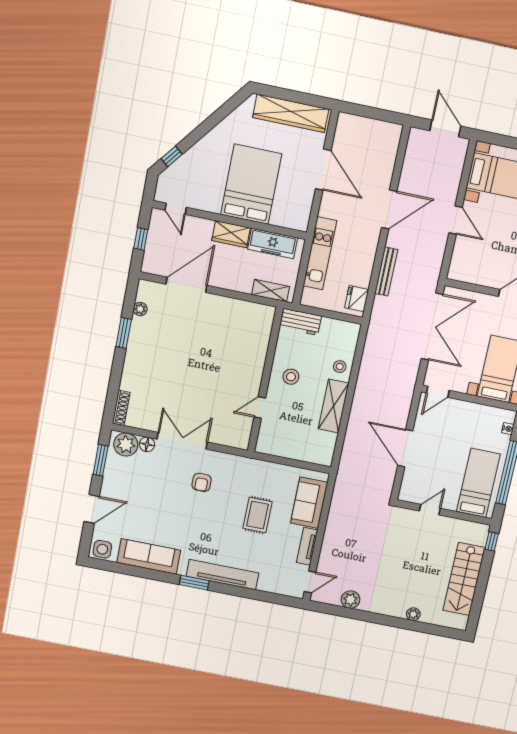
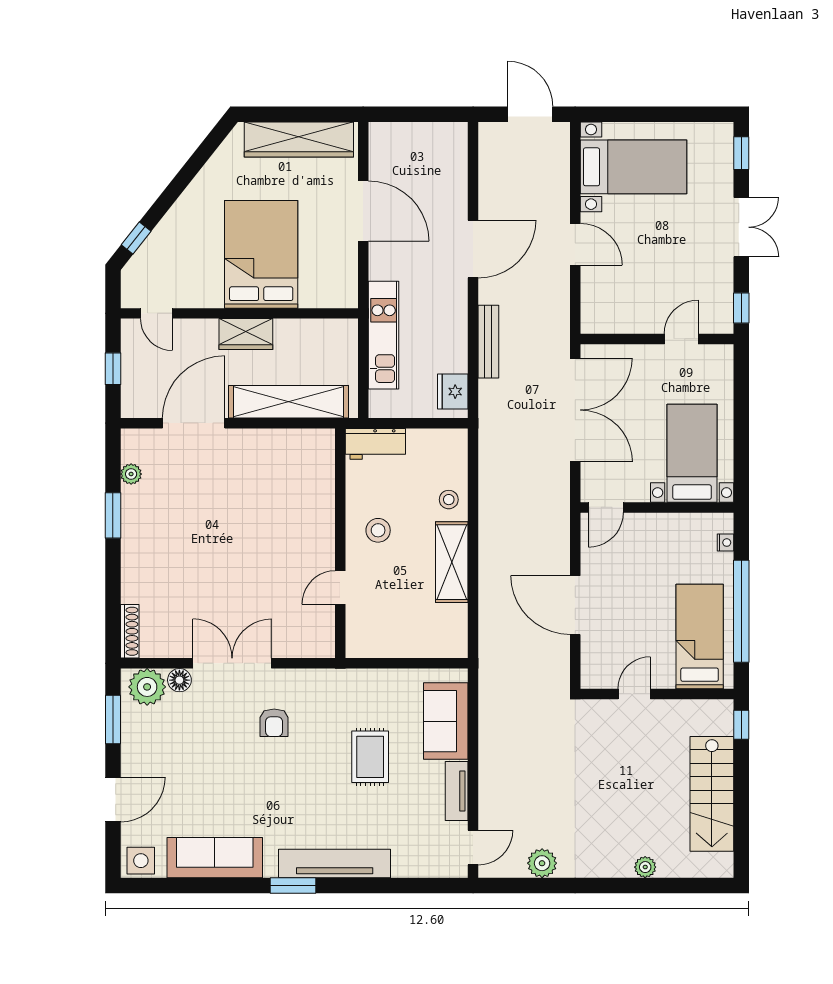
freezer: (273, 243) -> (310, 335), removed
shelving: (271, 291) -> (289, 402), width x2.20, depth x1.33

